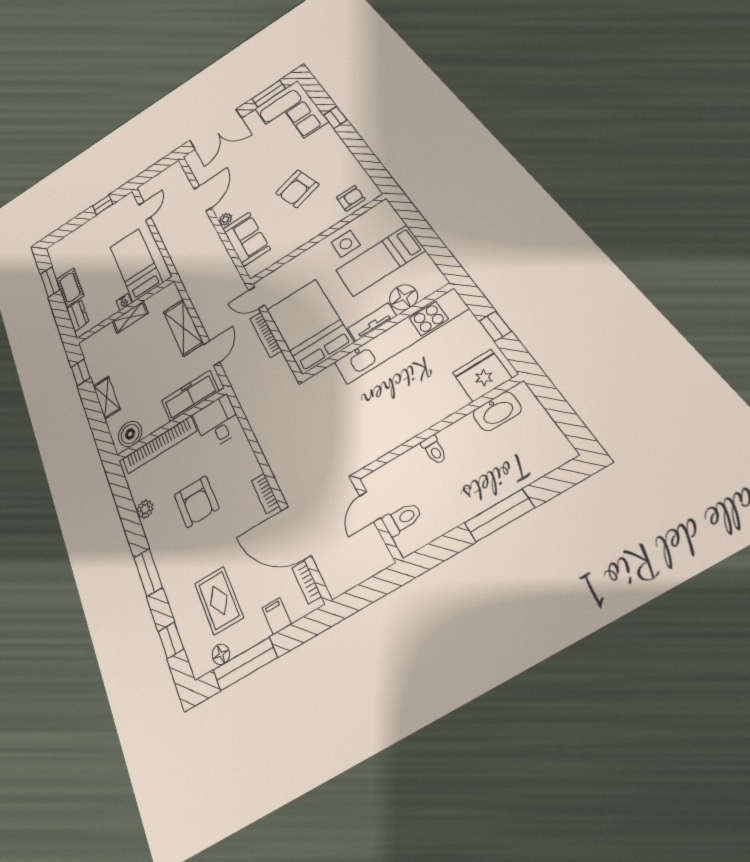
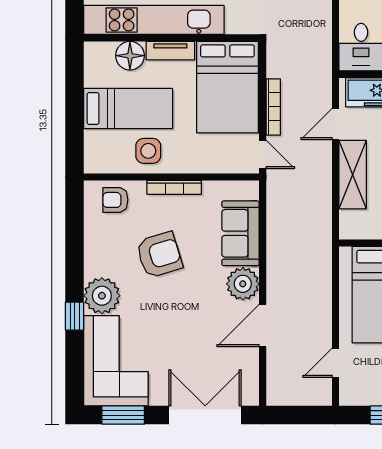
plant: (323, 140) -> (102, 296), added
plant: (225, 219) -> (243, 284), width x1.88, depth x1.88
bookcase: (311, 234) -> (174, 187), added

